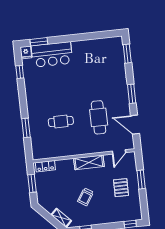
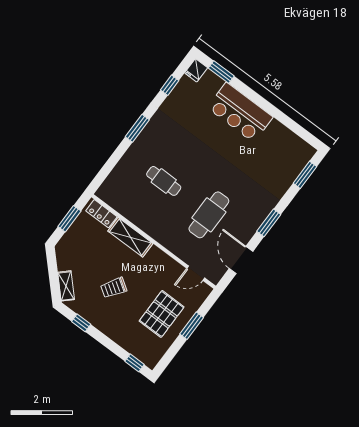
bar counter: (52, 54) -> (240, 112), moved
window: (26, 128) -> (137, 128), moved
shelving: (89, 162) -> (130, 237), moved
pallet: (121, 188) -> (162, 314), width x1.50, depth x1.42

